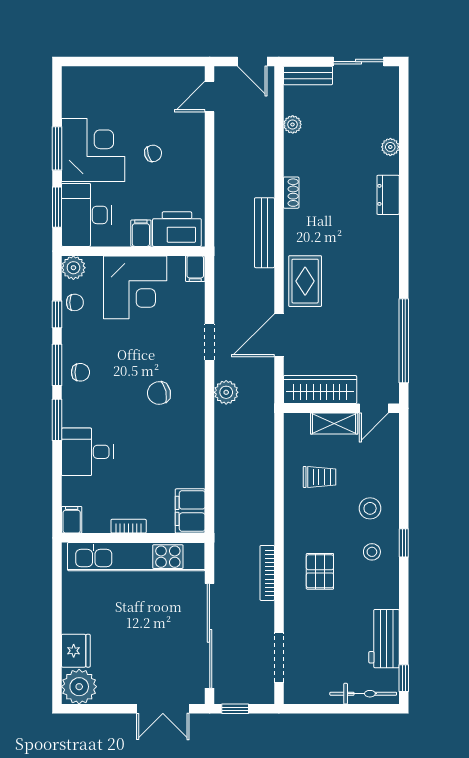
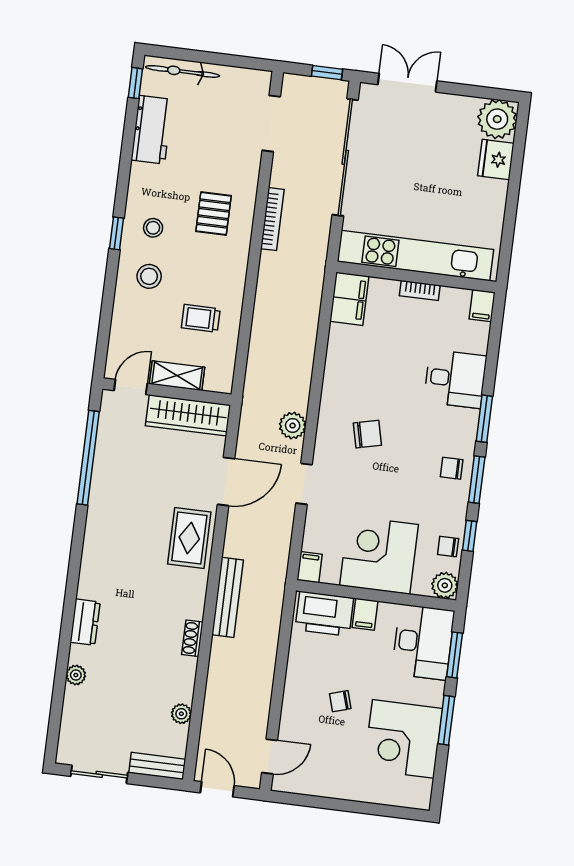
corner desk: (93, 150) -> (403, 739), moved

